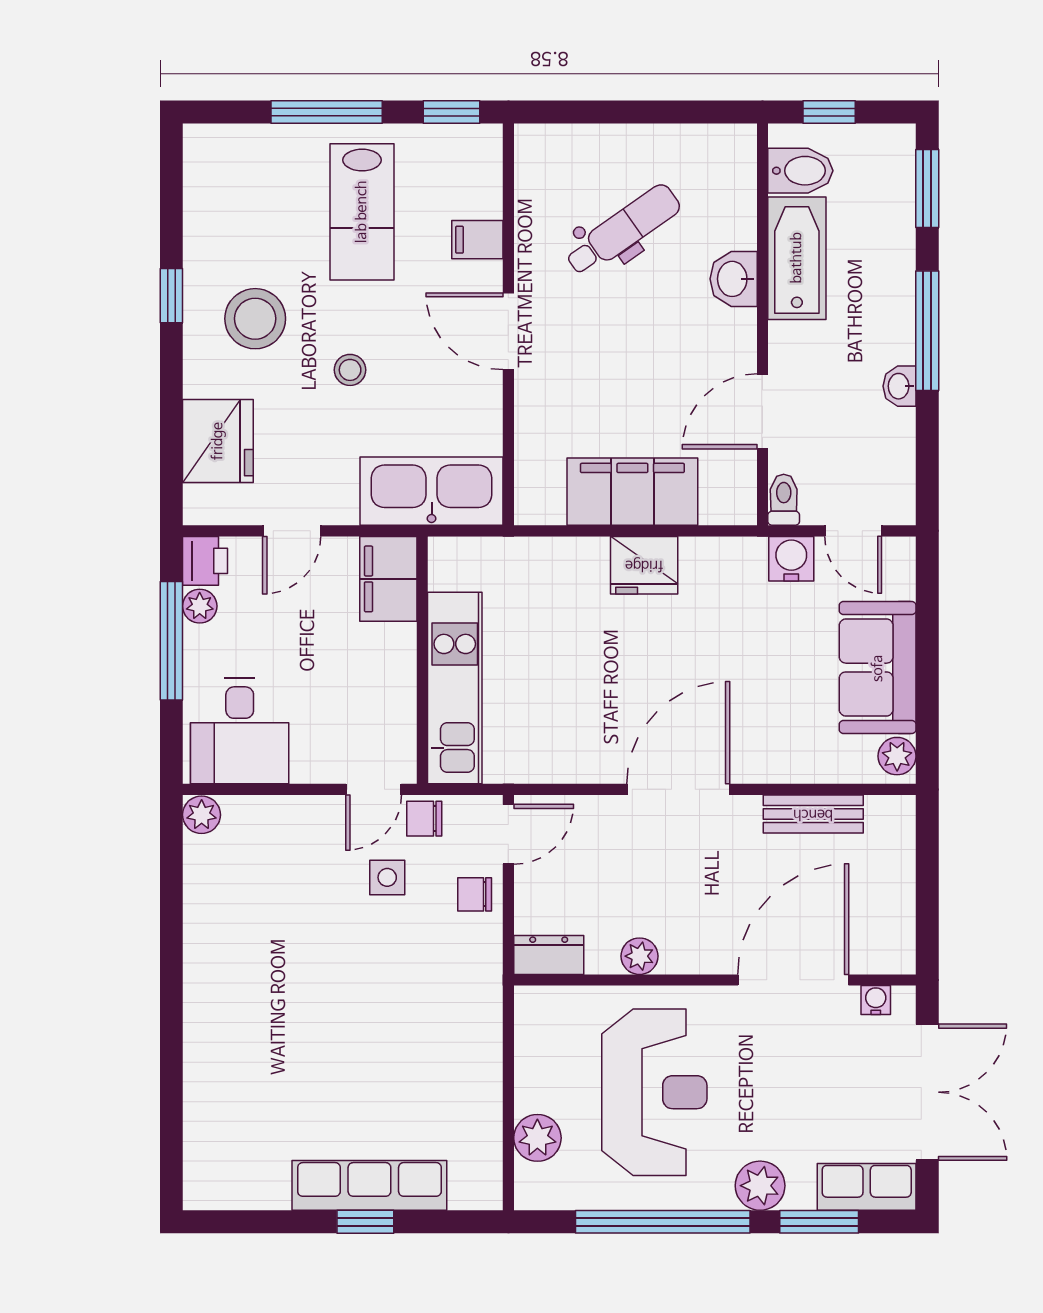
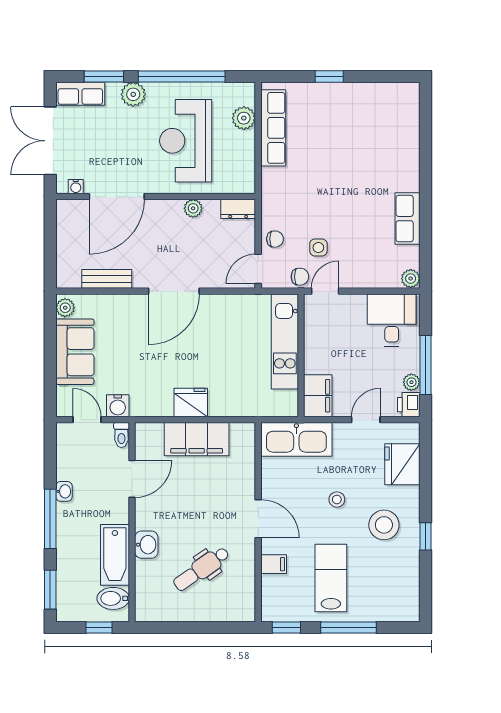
row of seats: (208, 936) -> (408, 219), added
row of seats: (369, 1185) -> (273, 128), moved, turned -90

